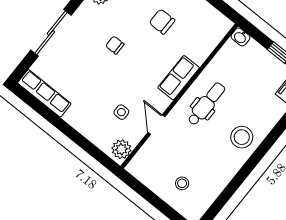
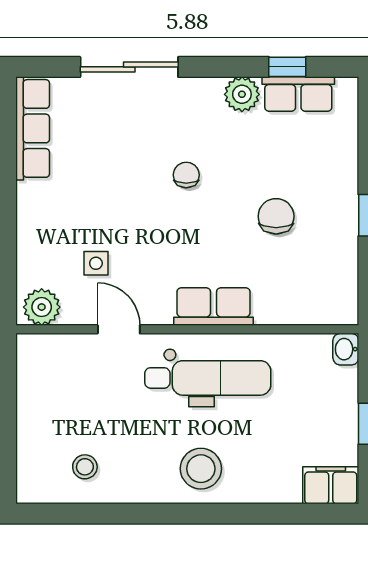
dental chair: (206, 104) -> (208, 378), width x1.36, depth x1.38
door: (156, 125) -> (119, 329), hinge flipped
stool: (182, 183) -> (85, 467), moved

